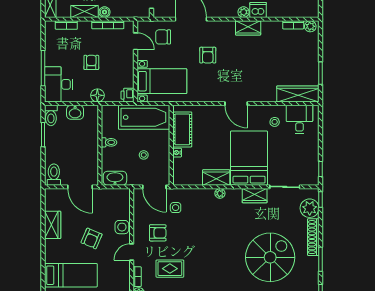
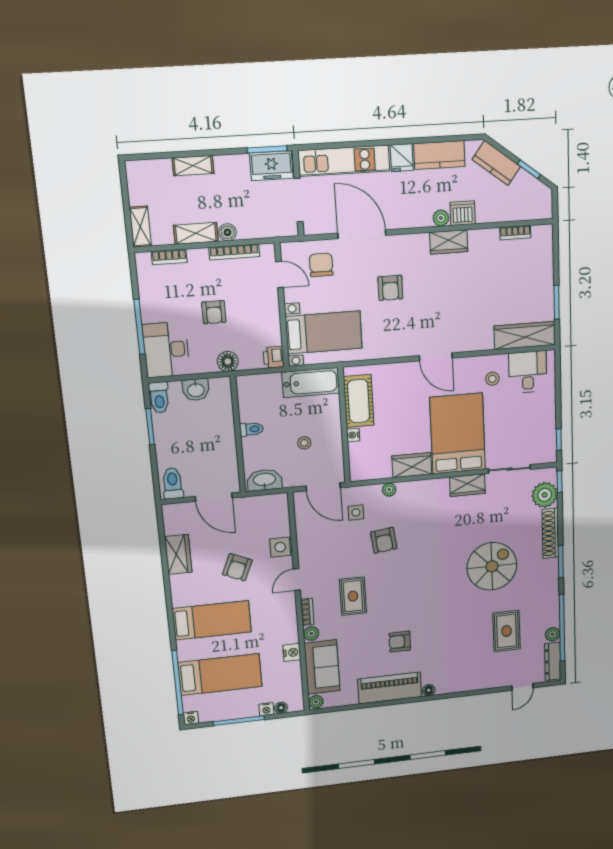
plant: (310, 26) -> (540, 233), removed
chair: (163, 37) -> (321, 265), turned 90
armchair: (91, 62) -> (214, 312), turned 180
bathtub: (144, 117) -> (311, 383), width x0.73, depth x0.73
plant: (220, 193) -> (389, 490), moved
armchair: (158, 233) -> (384, 540), moved, turned 83
spiral stairs: (270, 257) -> (492, 566), width x0.73, depth x0.73
rug: (170, 269) -> (353, 596), turned 90

